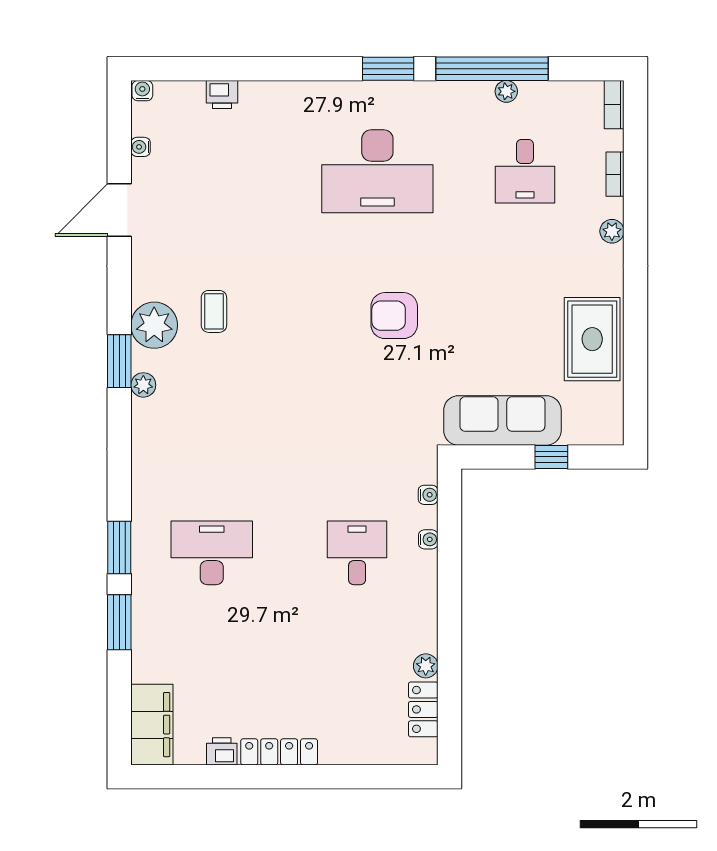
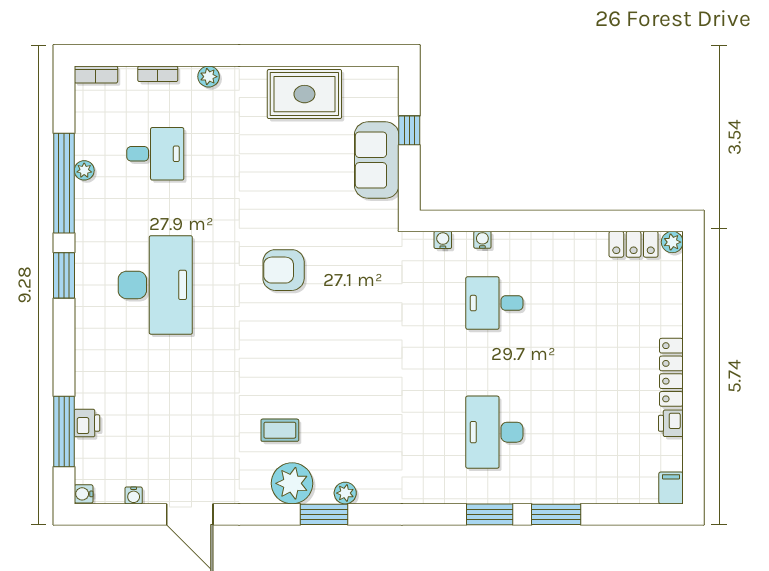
window: (212, 69) -> (64, 432), added
armchair: (394, 316) -> (284, 270), turned 90
sofa: (502, 420) -> (377, 160), width x0.73
plant: (426, 666) -> (672, 242), moved
filing cabinet: (152, 725) -> (671, 488), width x0.33, depth x0.86

